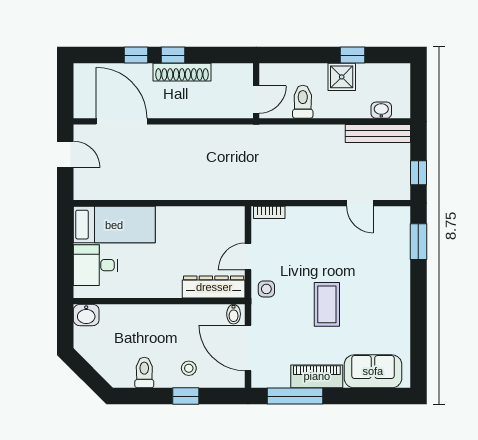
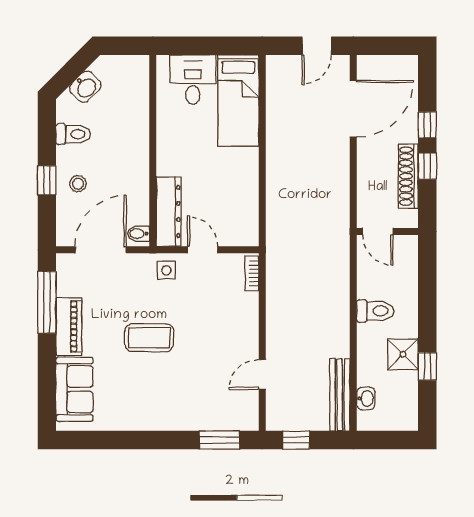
wall: (256, 91) -> (387, 232), moved
door: (256, 100) -> (378, 232), moved
washbasin: (86, 315) -> (85, 87), moved, turned -135

